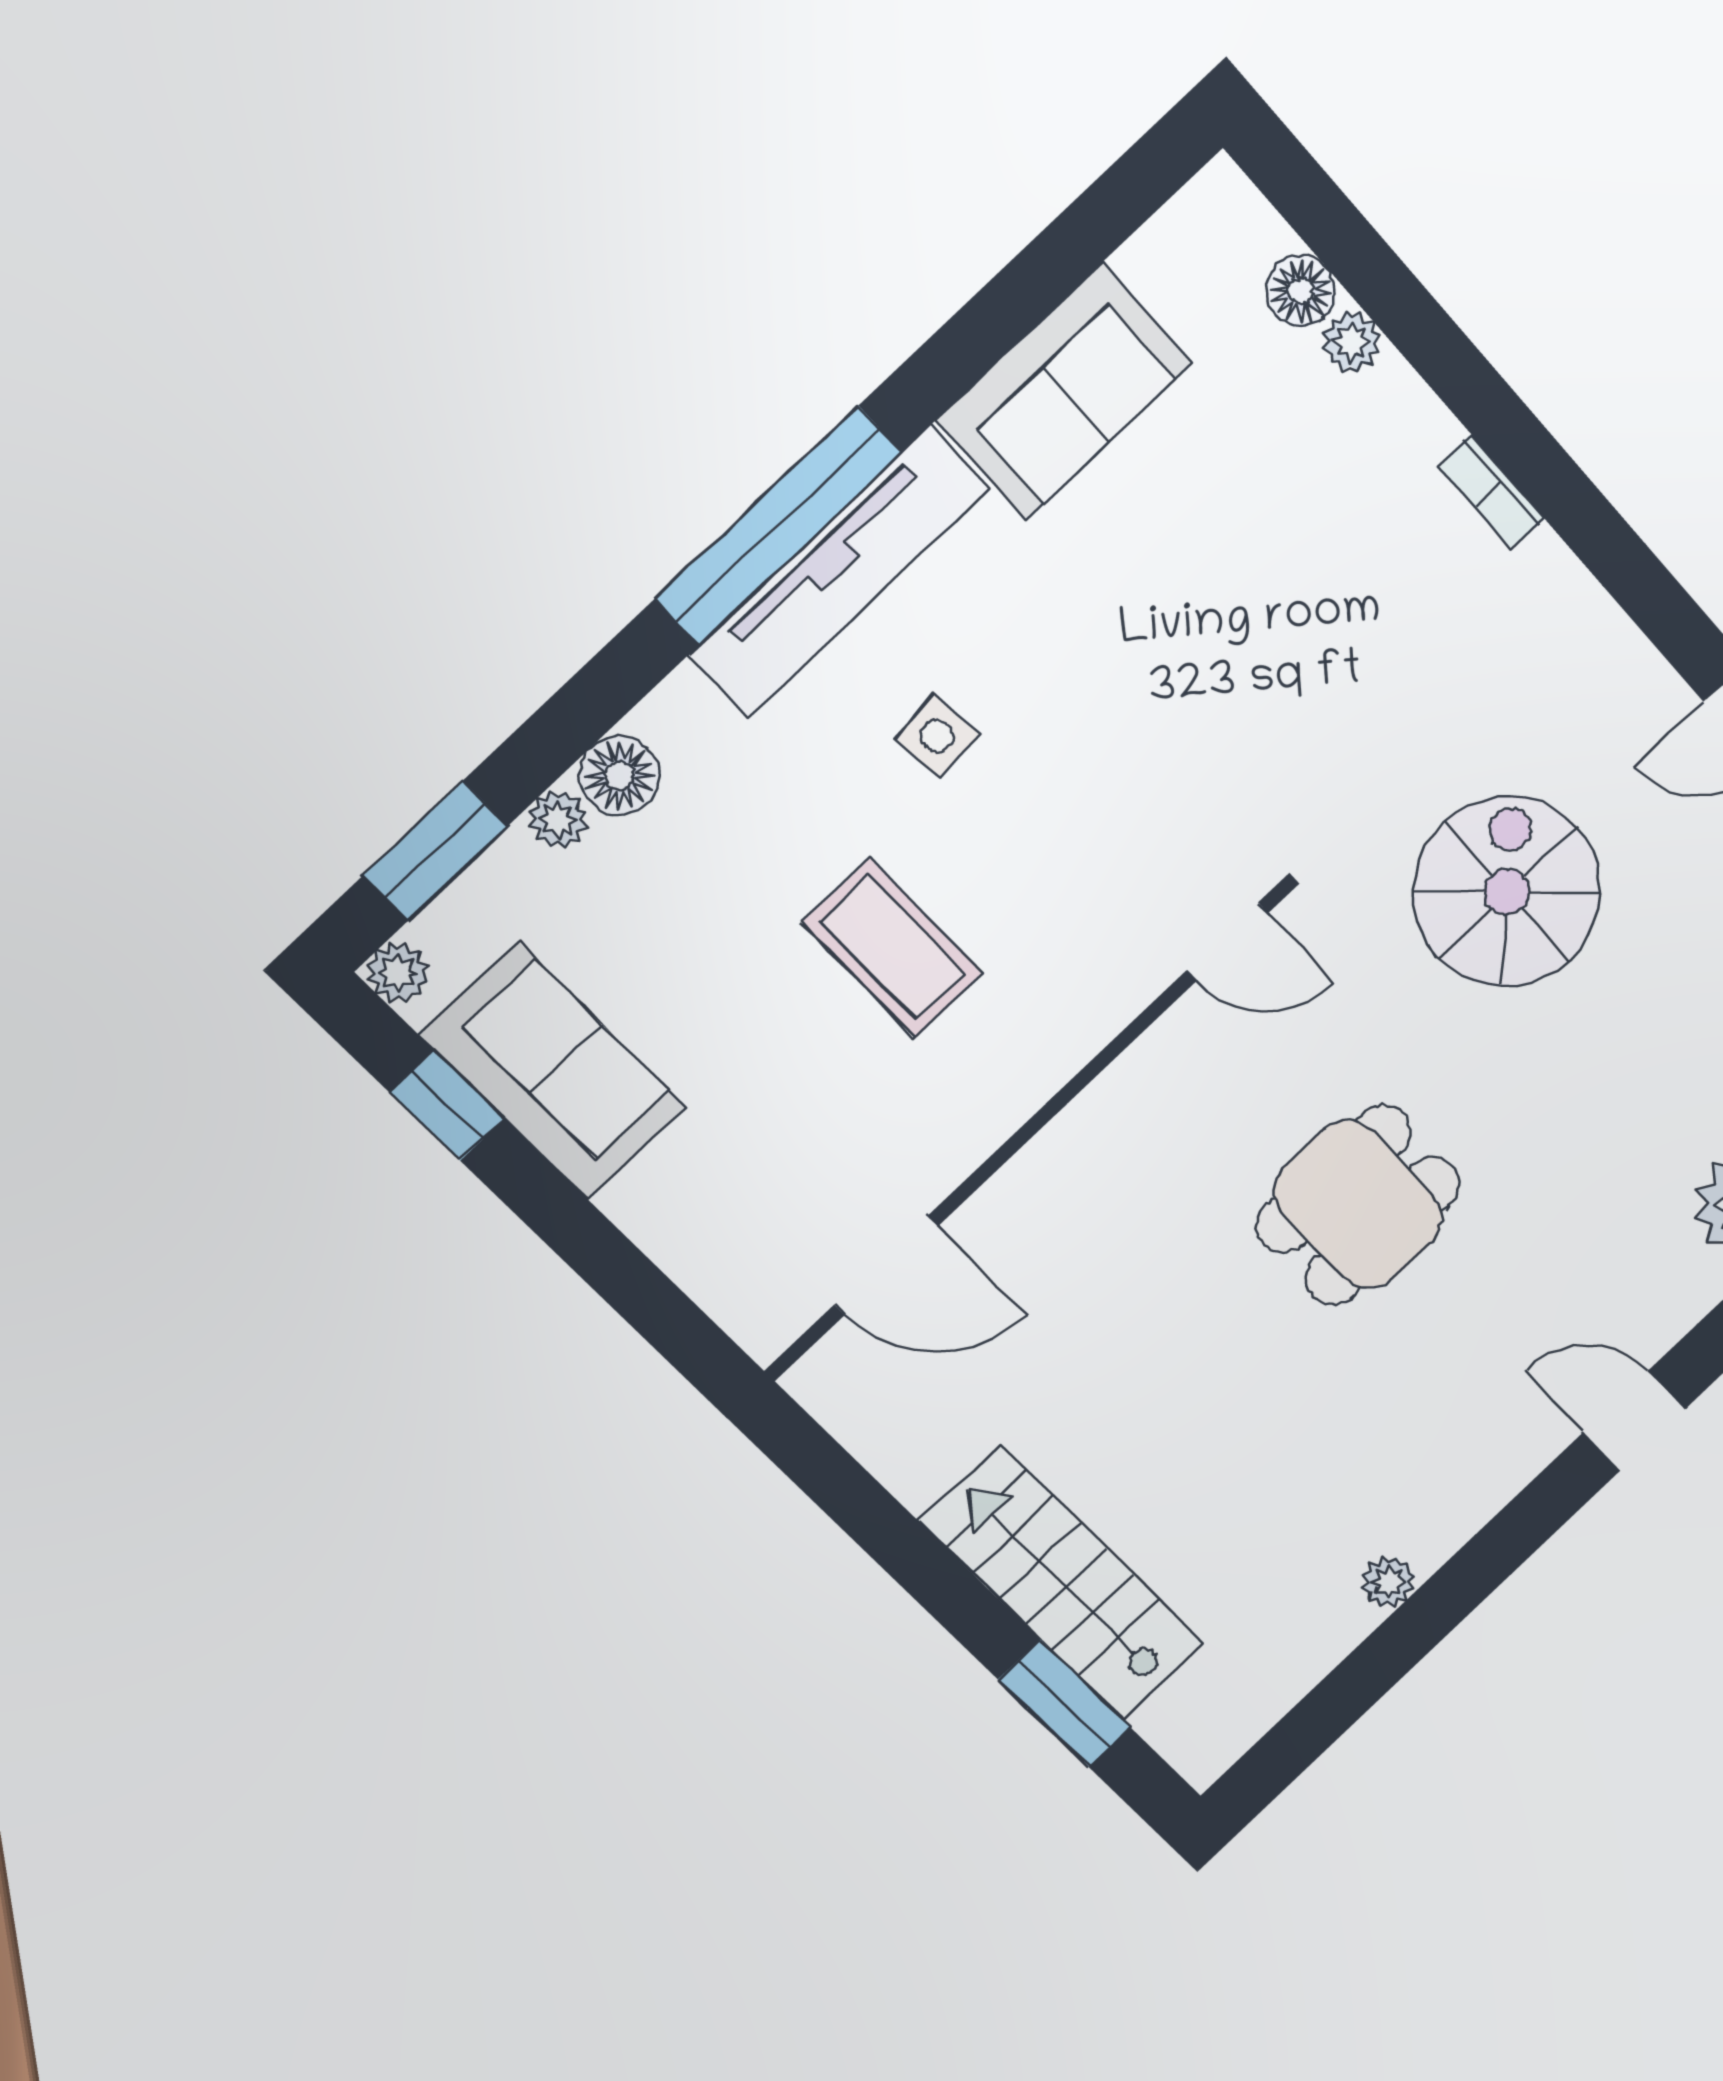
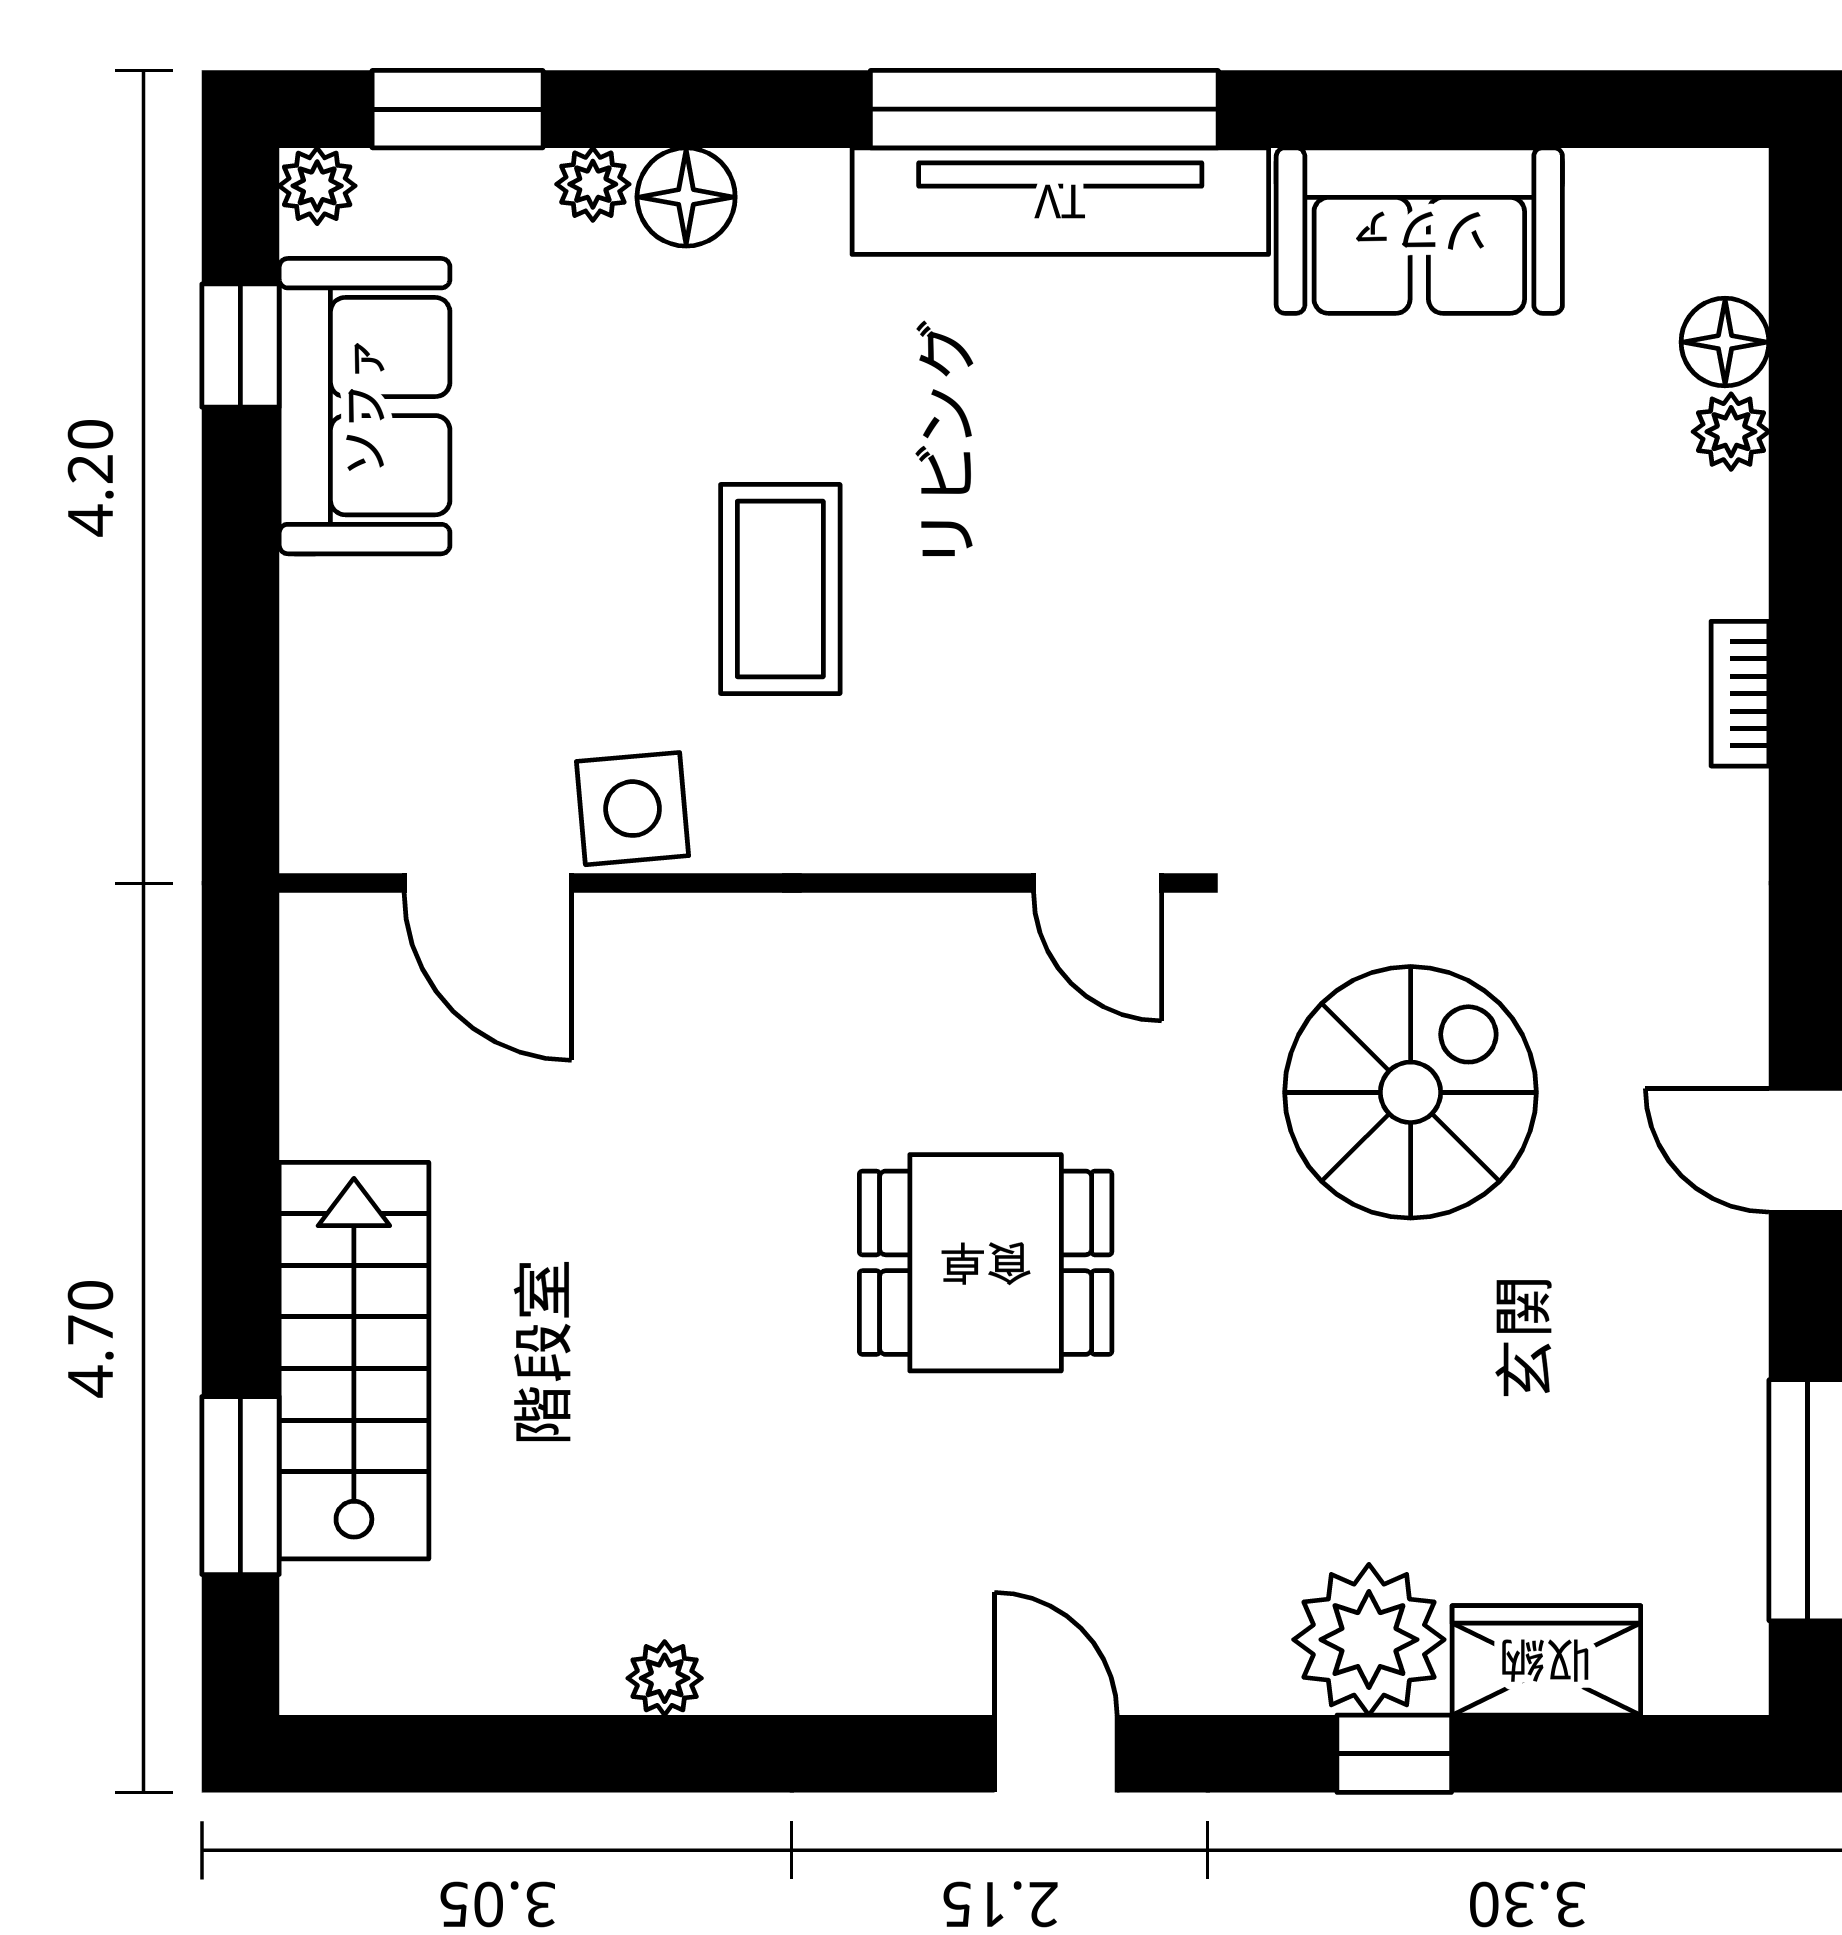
side table: (937, 736) -> (633, 809), moved, width x1.37, depth x1.37

